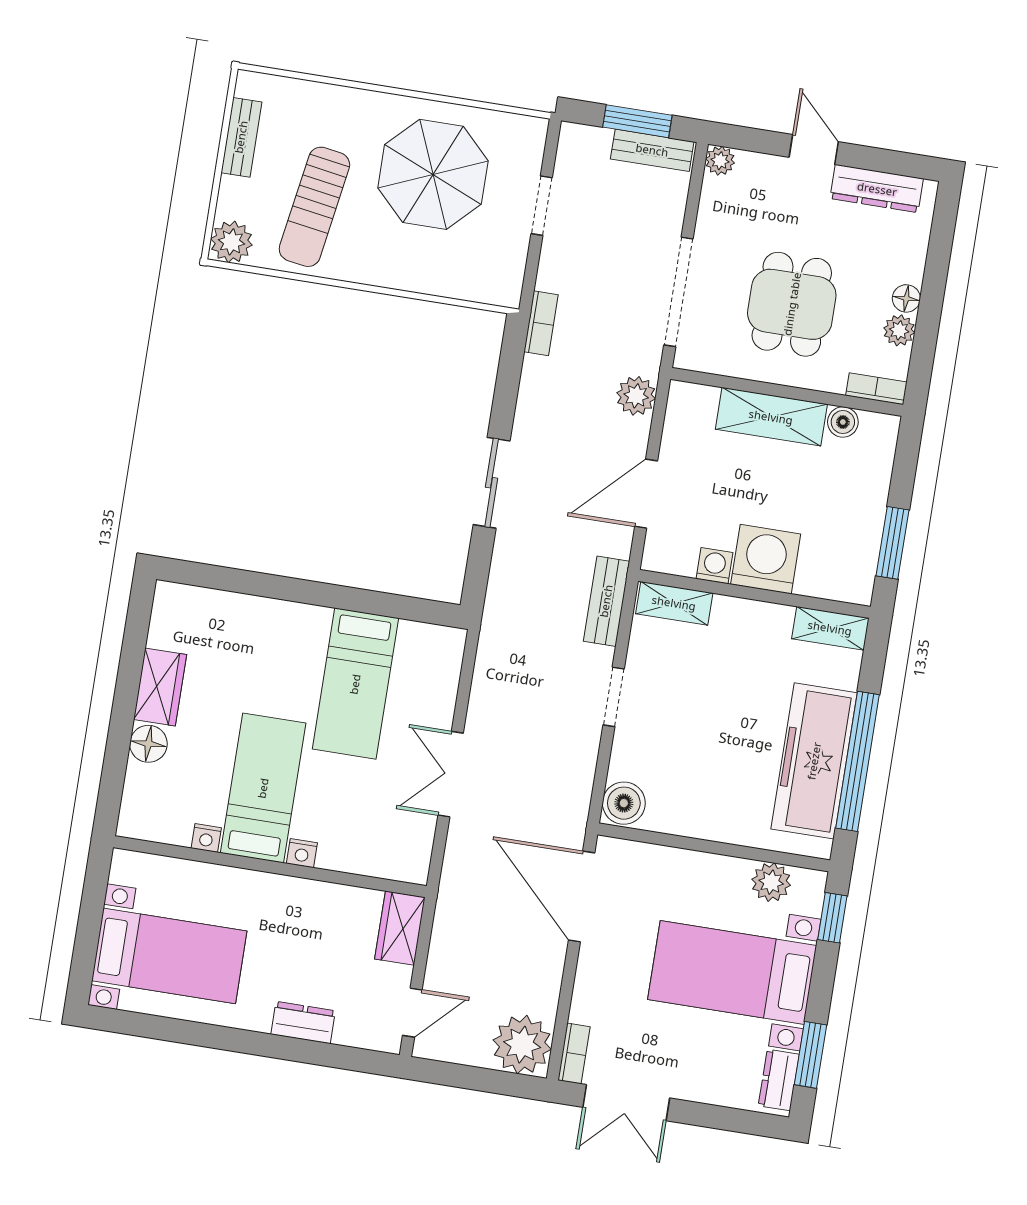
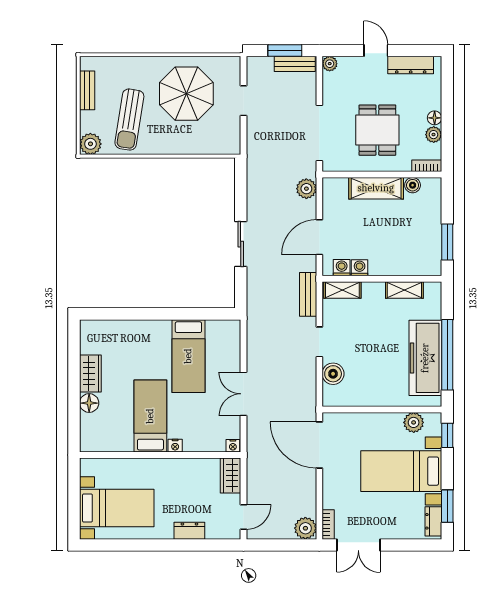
bookcase: (541, 323) -> (253, 160), removed
washing machine: (766, 559) -> (342, 268), moved, width x0.53, depth x0.53
shelving: (830, 628) -> (404, 290), moved
boiler: (624, 803) -> (333, 374), moved
nightstand: (206, 838) -> (233, 446), moved
plant: (522, 1045) -> (305, 528), width x0.73, depth x0.73

